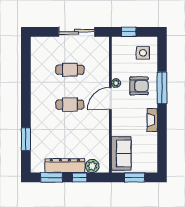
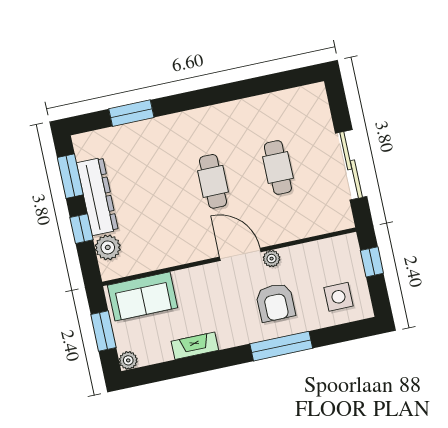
fireplace: (152, 120) -> (195, 346), moved
plant: (153, 168) -> (128, 360), added

